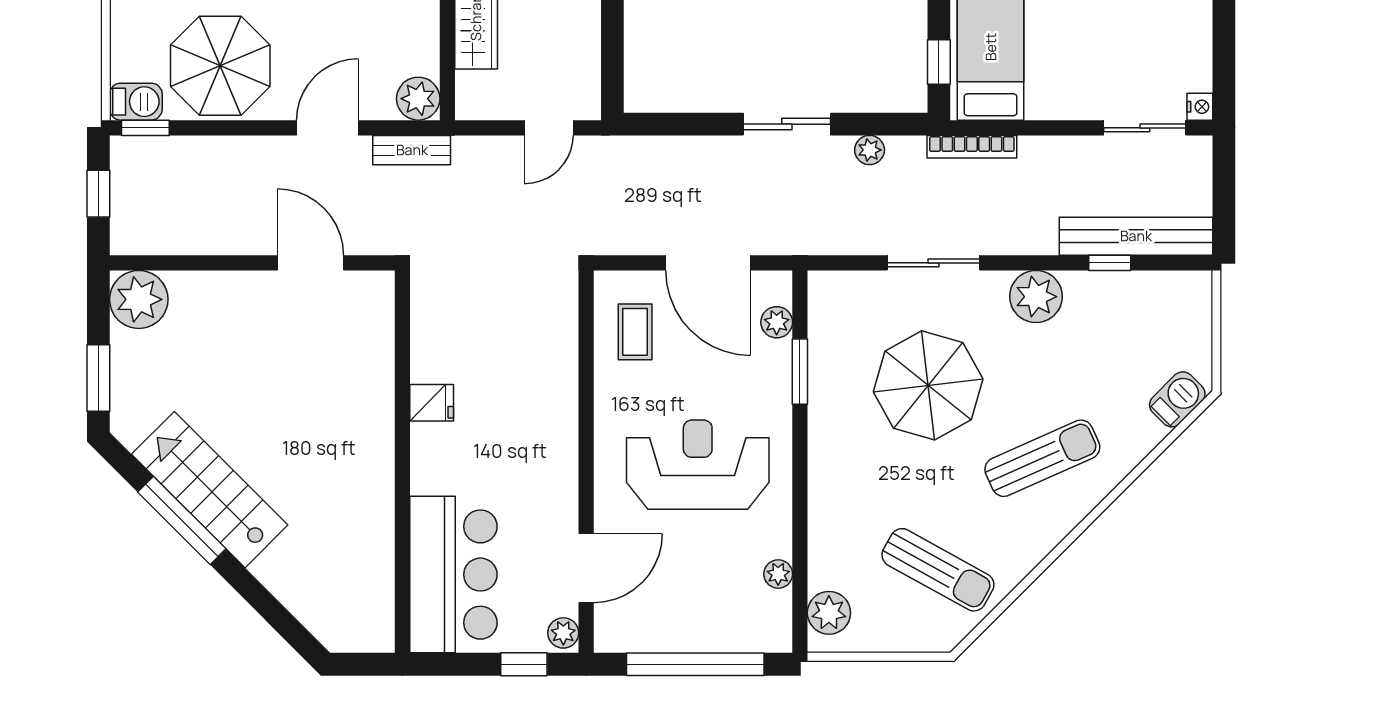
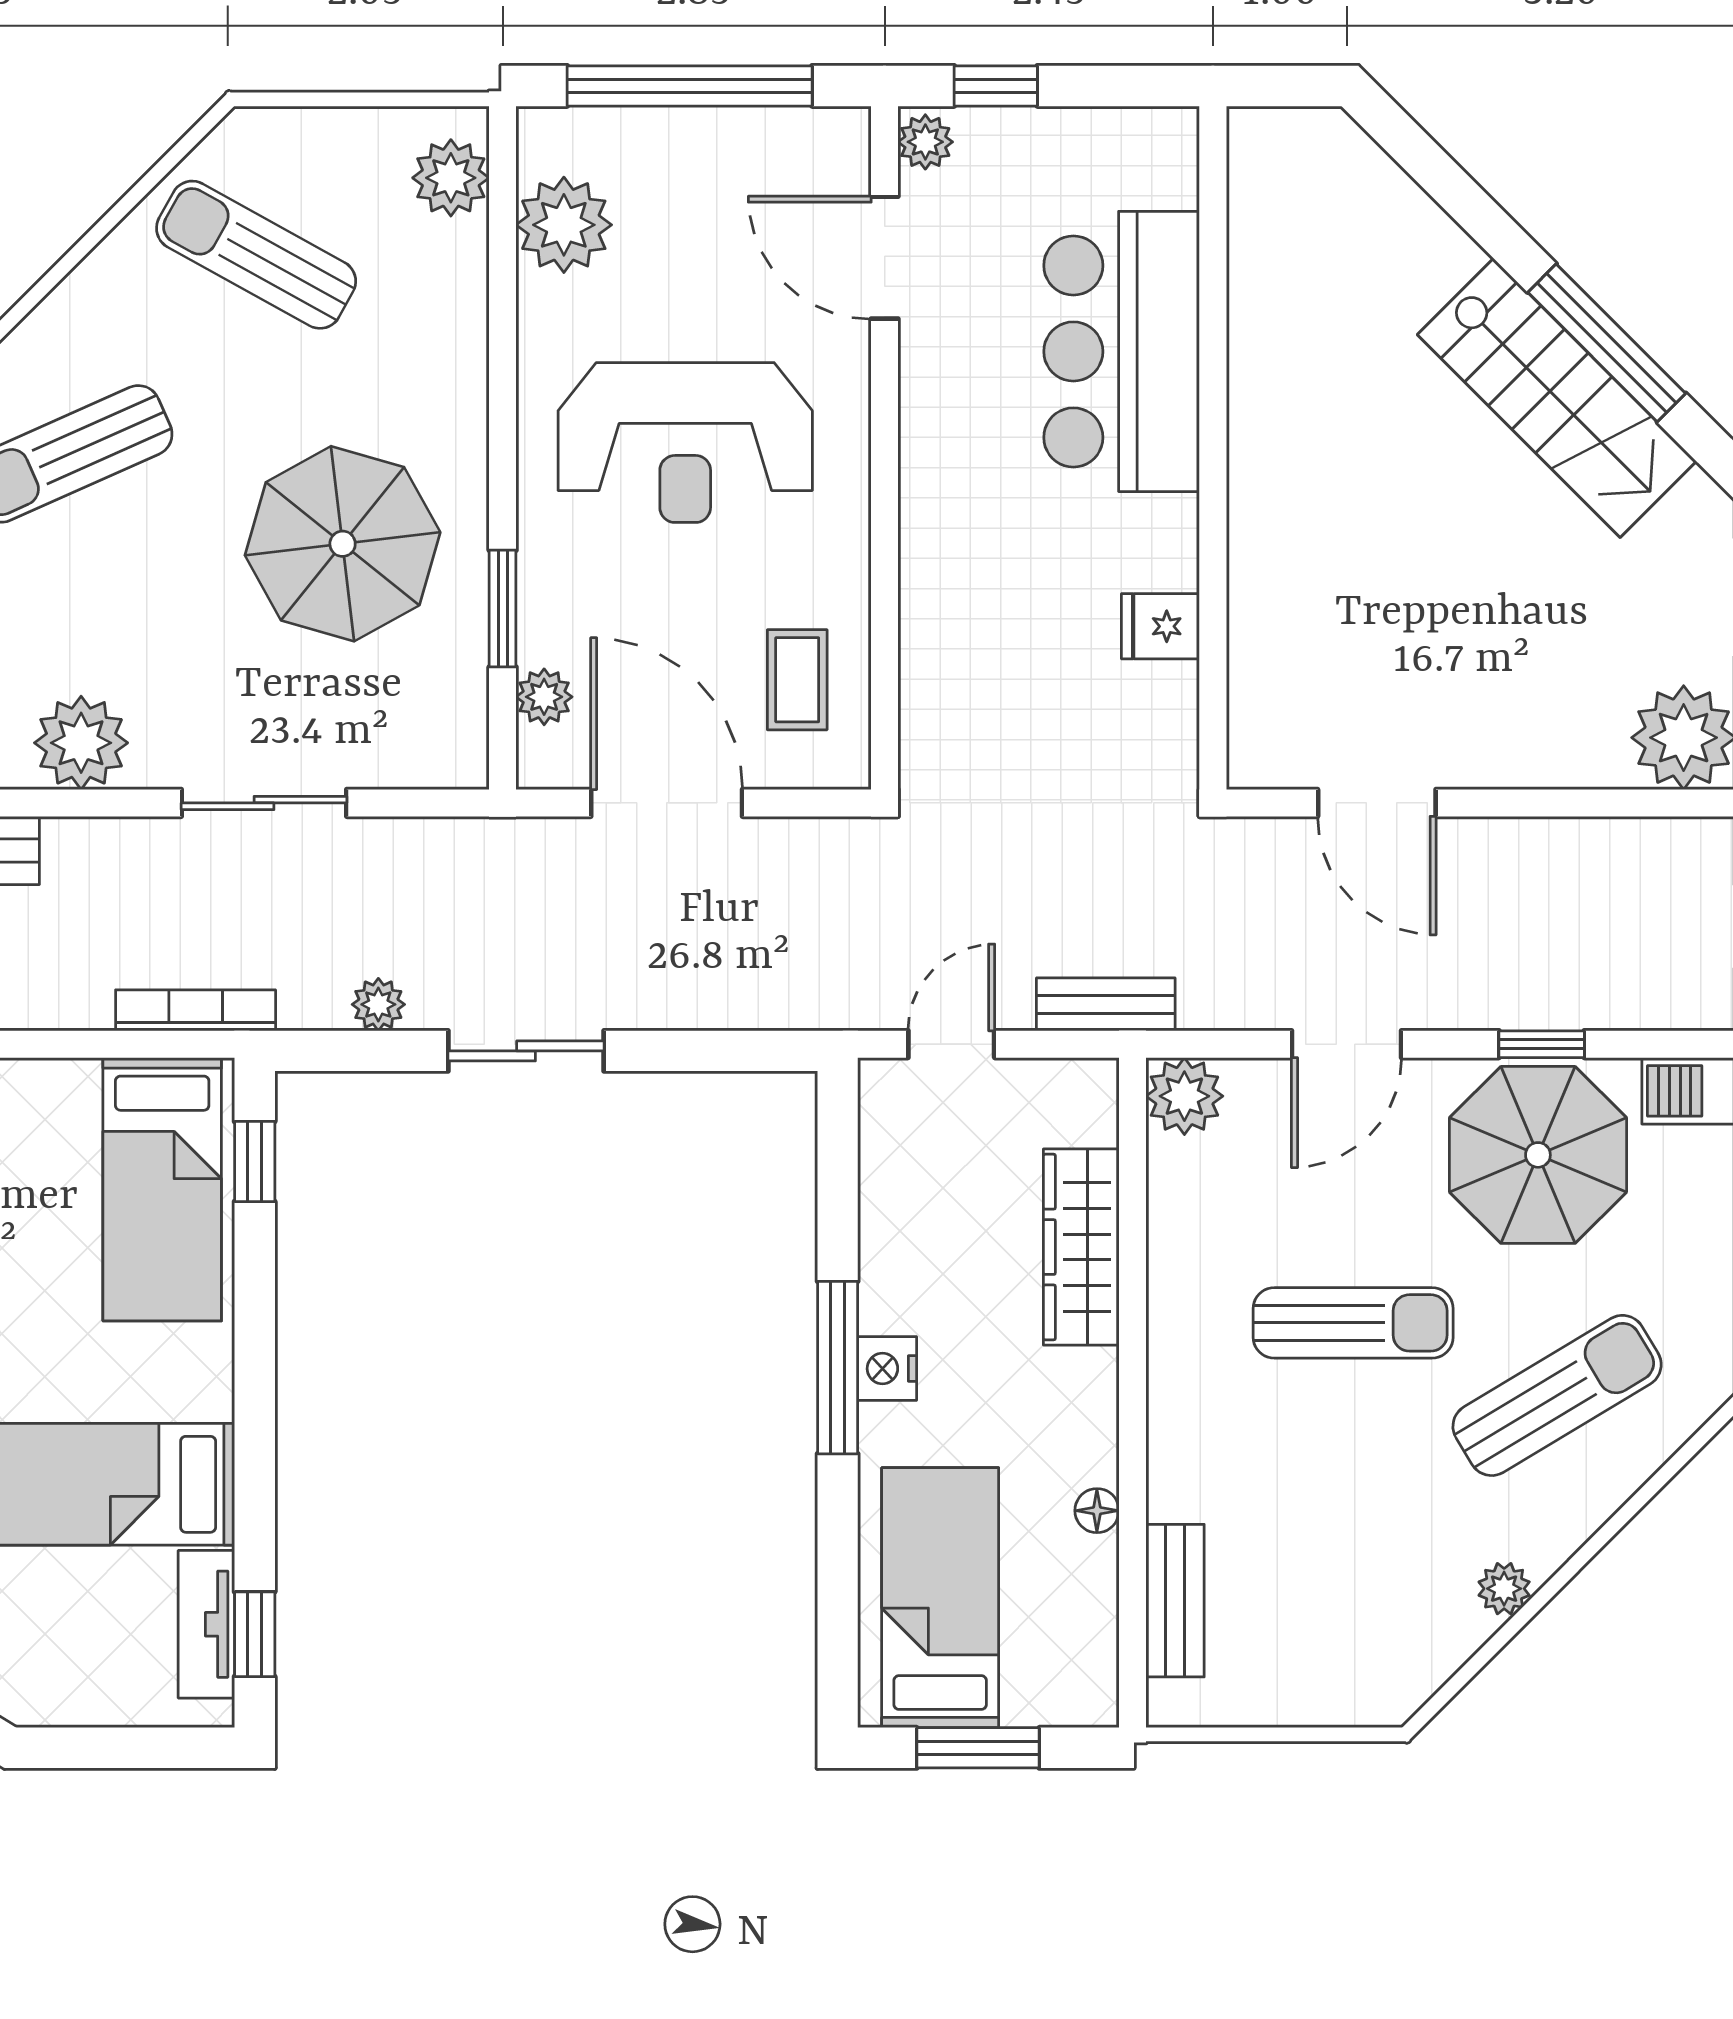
window: (145, 128) -> (1542, 1044), moved
bench: (412, 150) -> (1106, 1004), moved
parasol: (928, 385) -> (343, 544), moved
fridge: (432, 403) -> (1160, 626), moved
door: (586, 568) -> (885, 258), hinge flipped
plant: (778, 574) -> (564, 225), width x1.87, depth x1.87
bar counter: (453, 575) -> (1122, 351), moved

